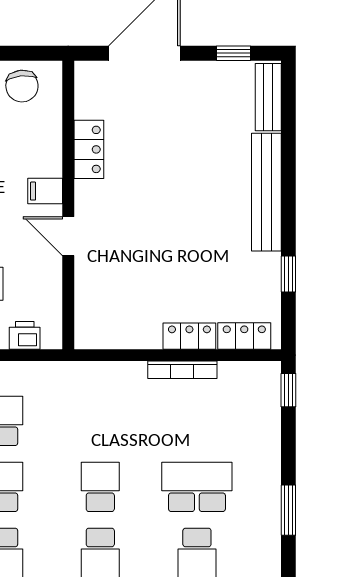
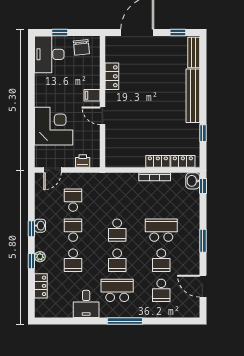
washbasin: (266, 379) -> (193, 181), added
school desk: (100, 487) -> (117, 230), turned 180

